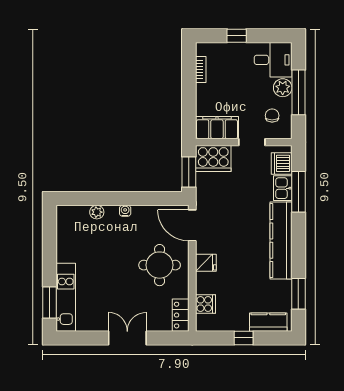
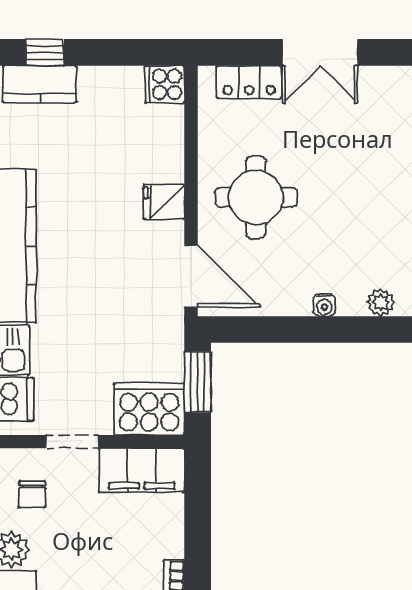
cooker: (205, 304) -> (165, 84), moved
locker: (181, 315) -> (249, 82), moved, turned 90
window: (244, 338) -> (45, 52), moved

